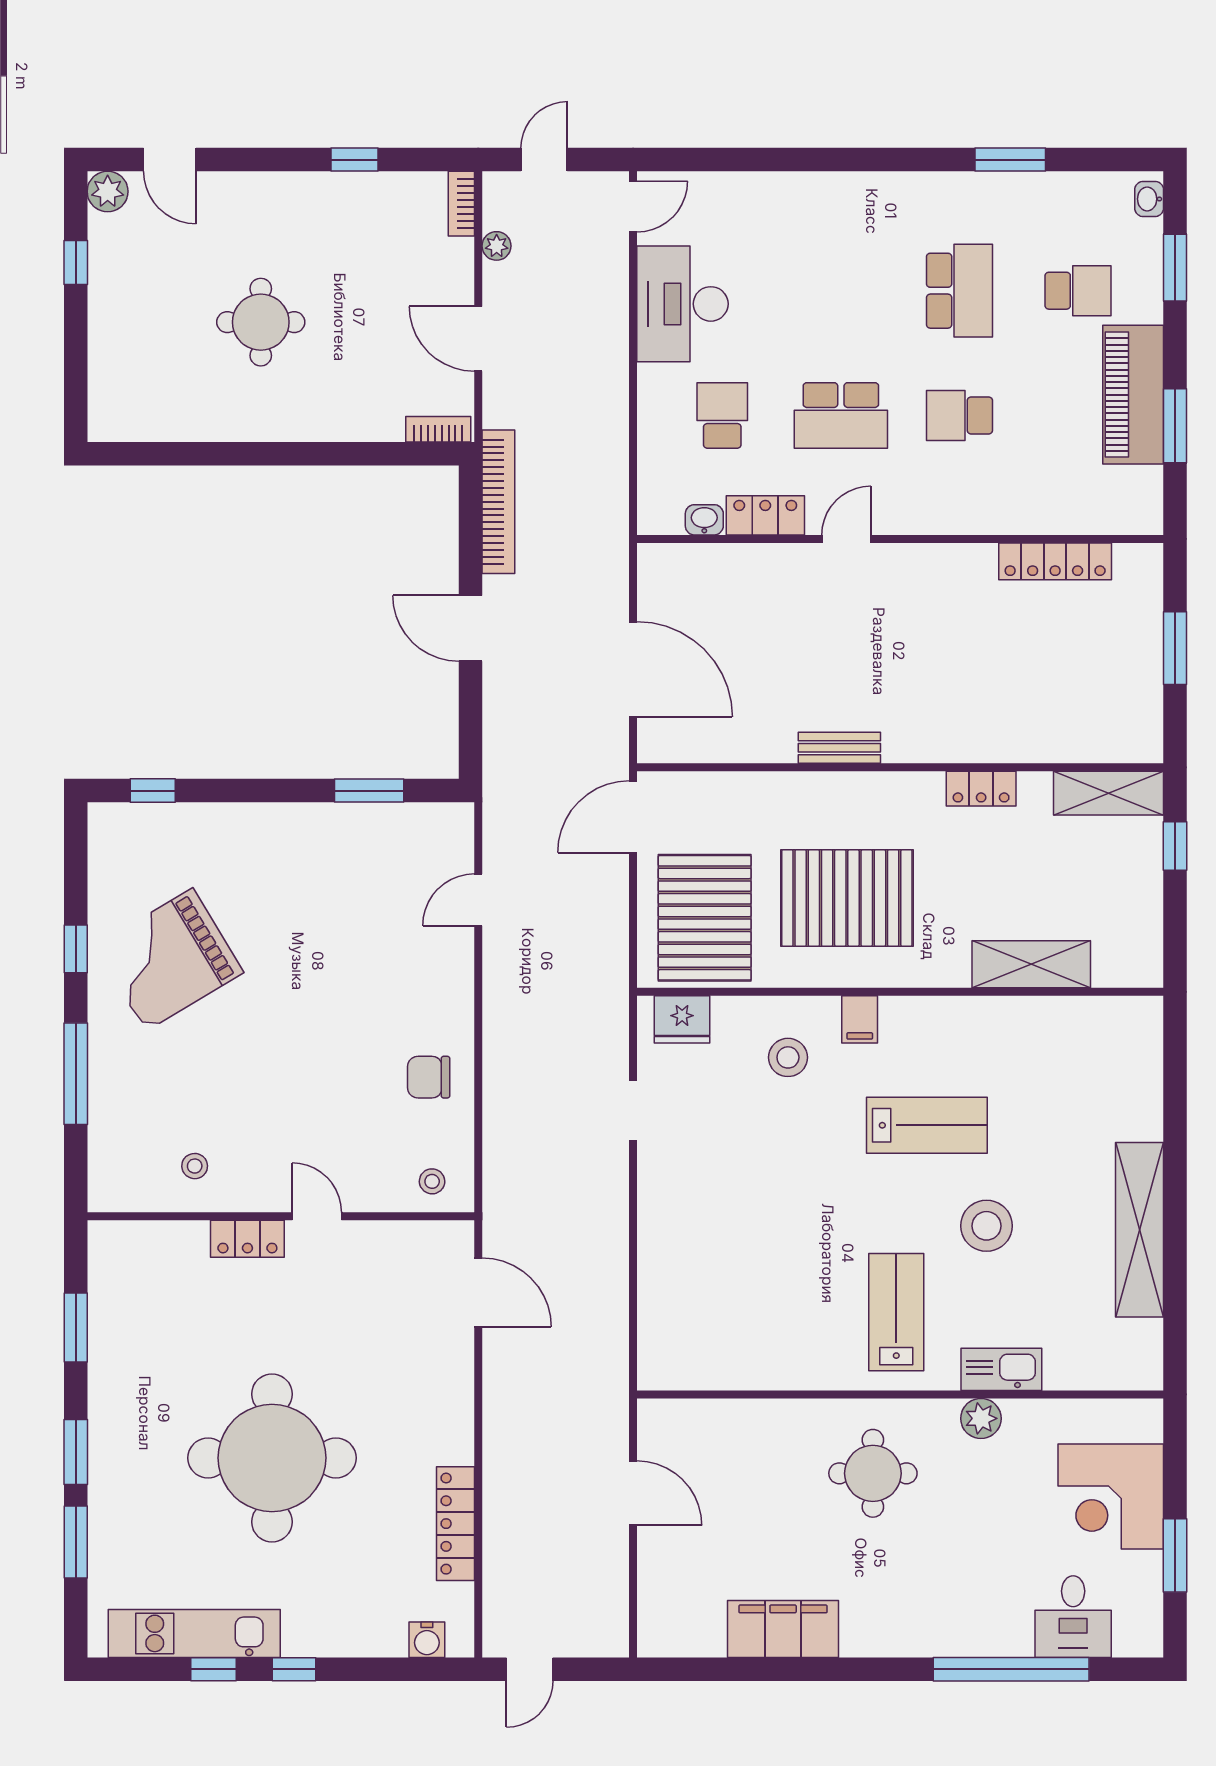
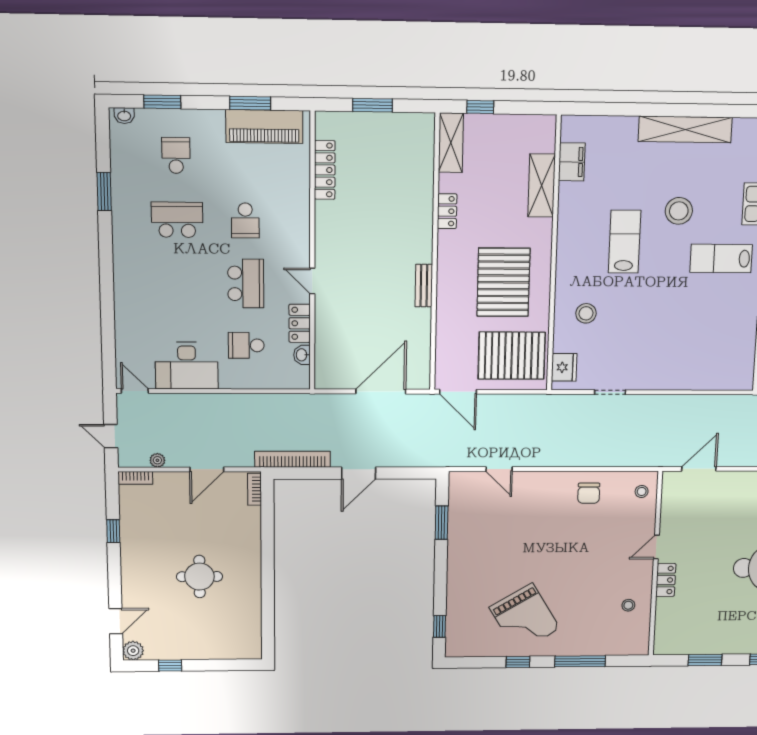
piano: (1133, 395) -> (264, 127), moved
filing cabinet: (860, 1019) -> (572, 162), moved, width x2.00

